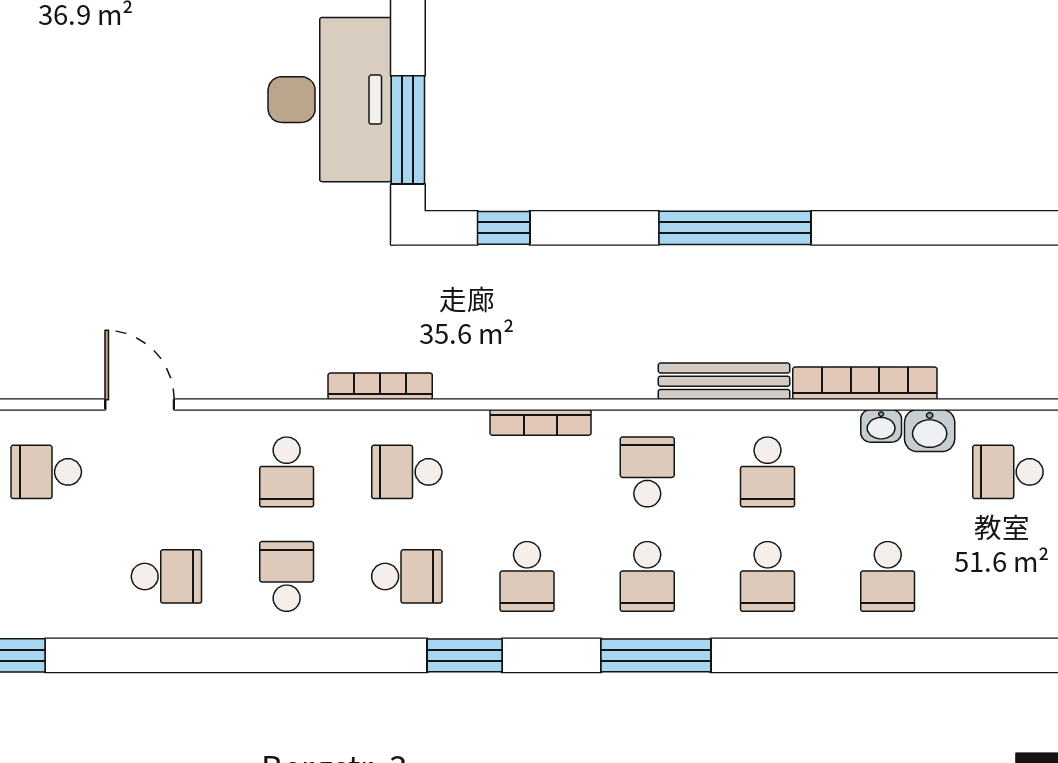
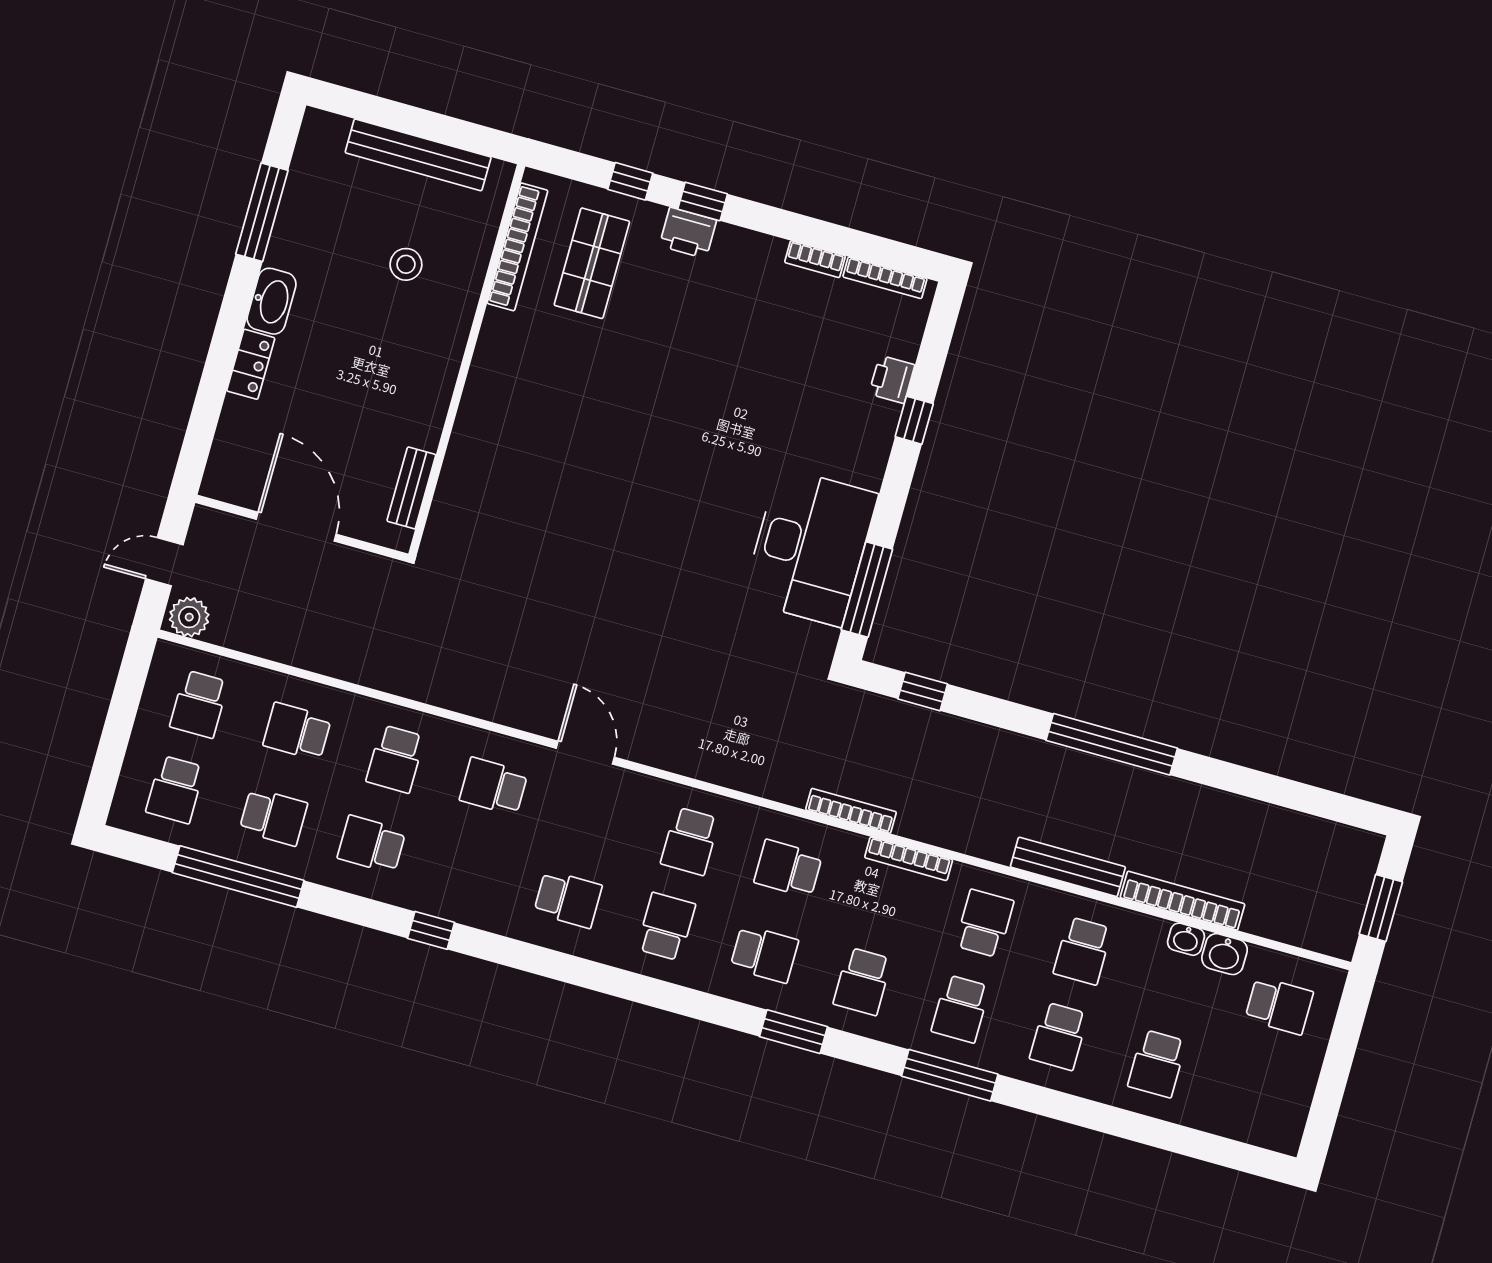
bookcase: (380, 386) -> (851, 811), moved
school desk: (1008, 472) -> (1279, 1006), turned 180

